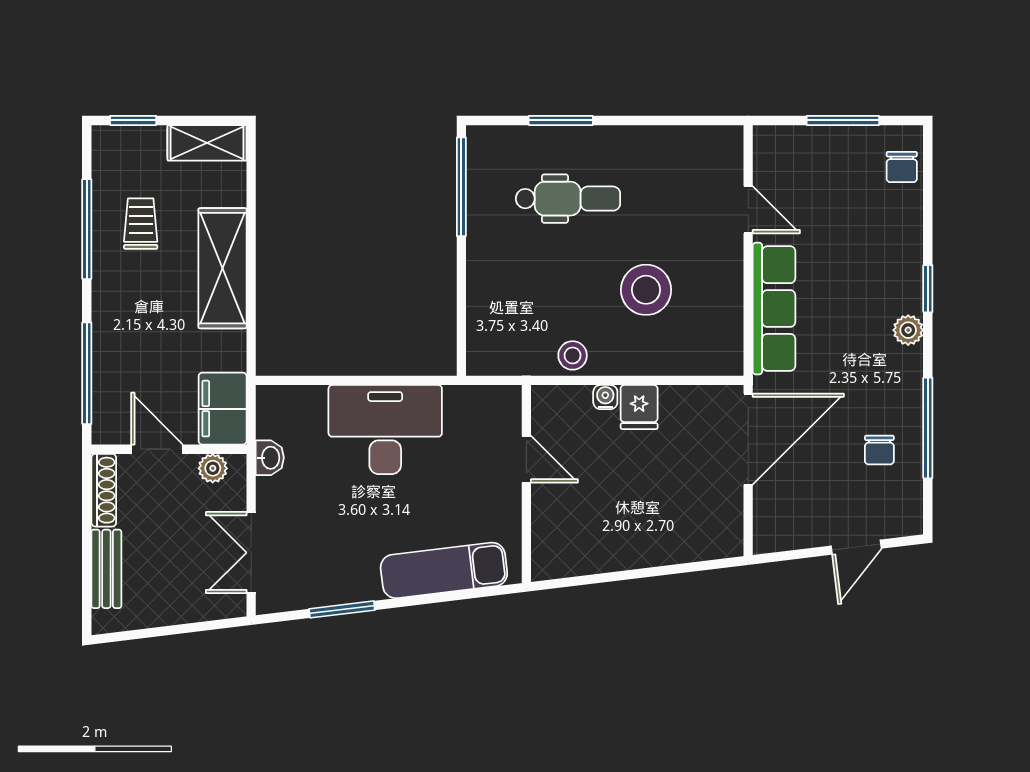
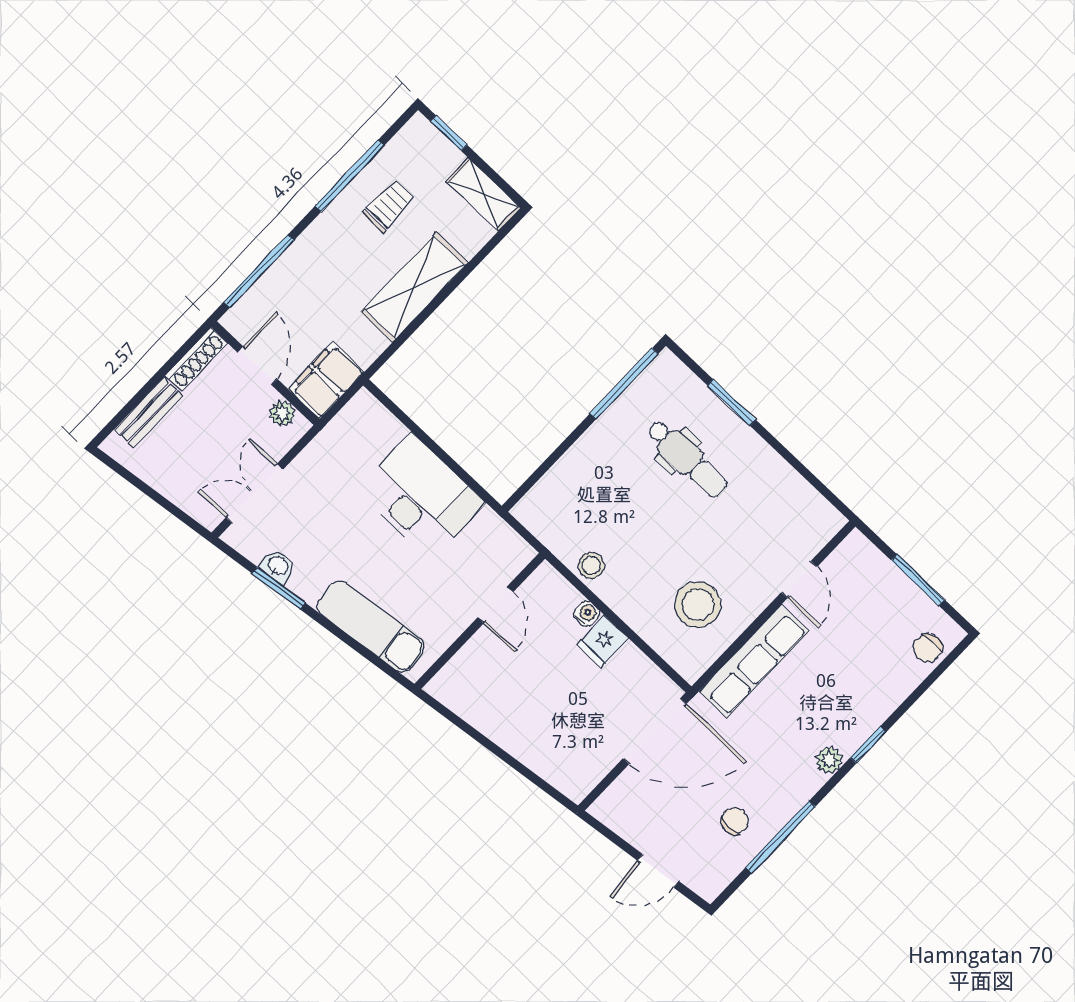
stool: (646, 290) -> (698, 605), moved
chair: (879, 450) -> (735, 821), turned 180
washbasin: (270, 458) -> (278, 566), moved, turned -97

